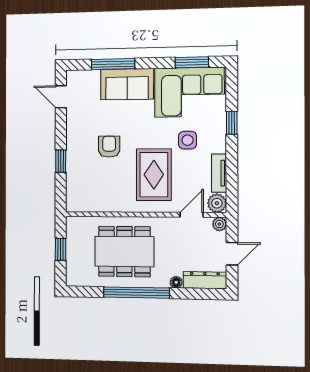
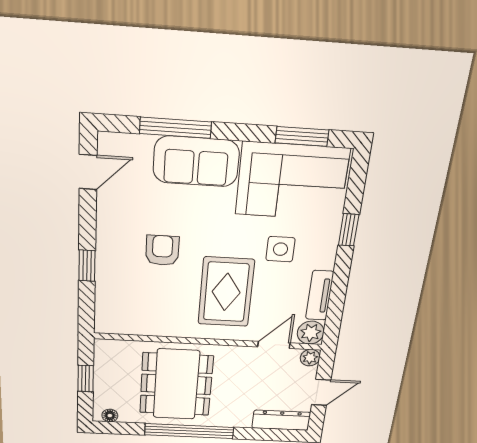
door: (61, 97) -> (88, 172), swing flipped
dining table: (124, 252) -> (176, 384), turned 90
floor lamp: (176, 282) -> (110, 416), moved

